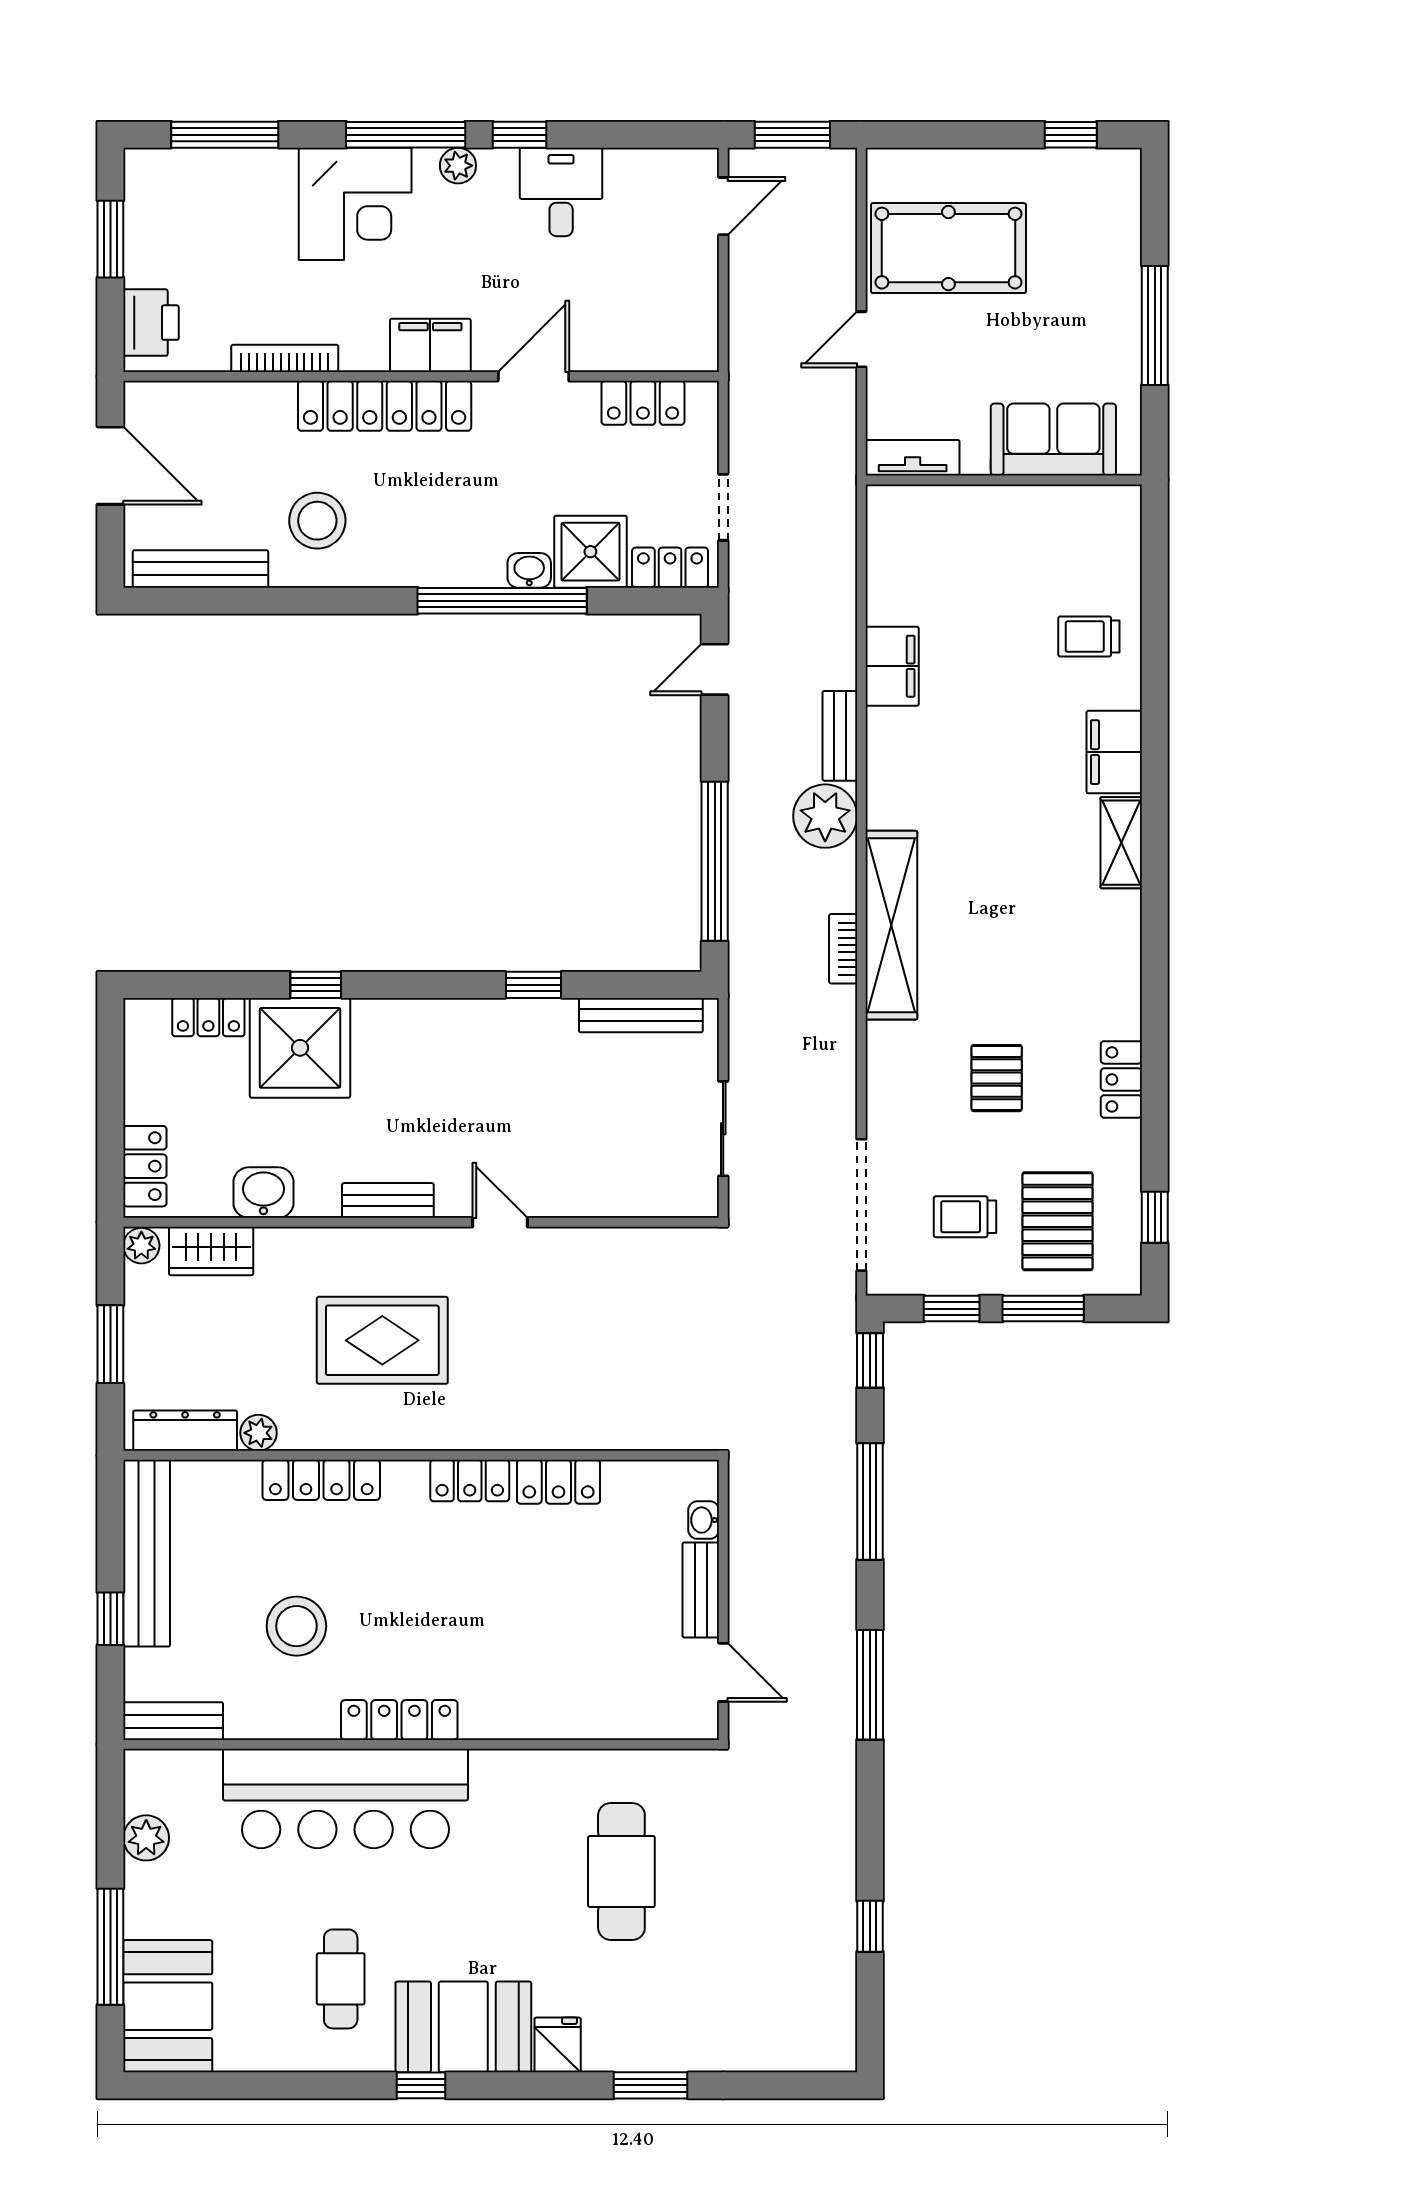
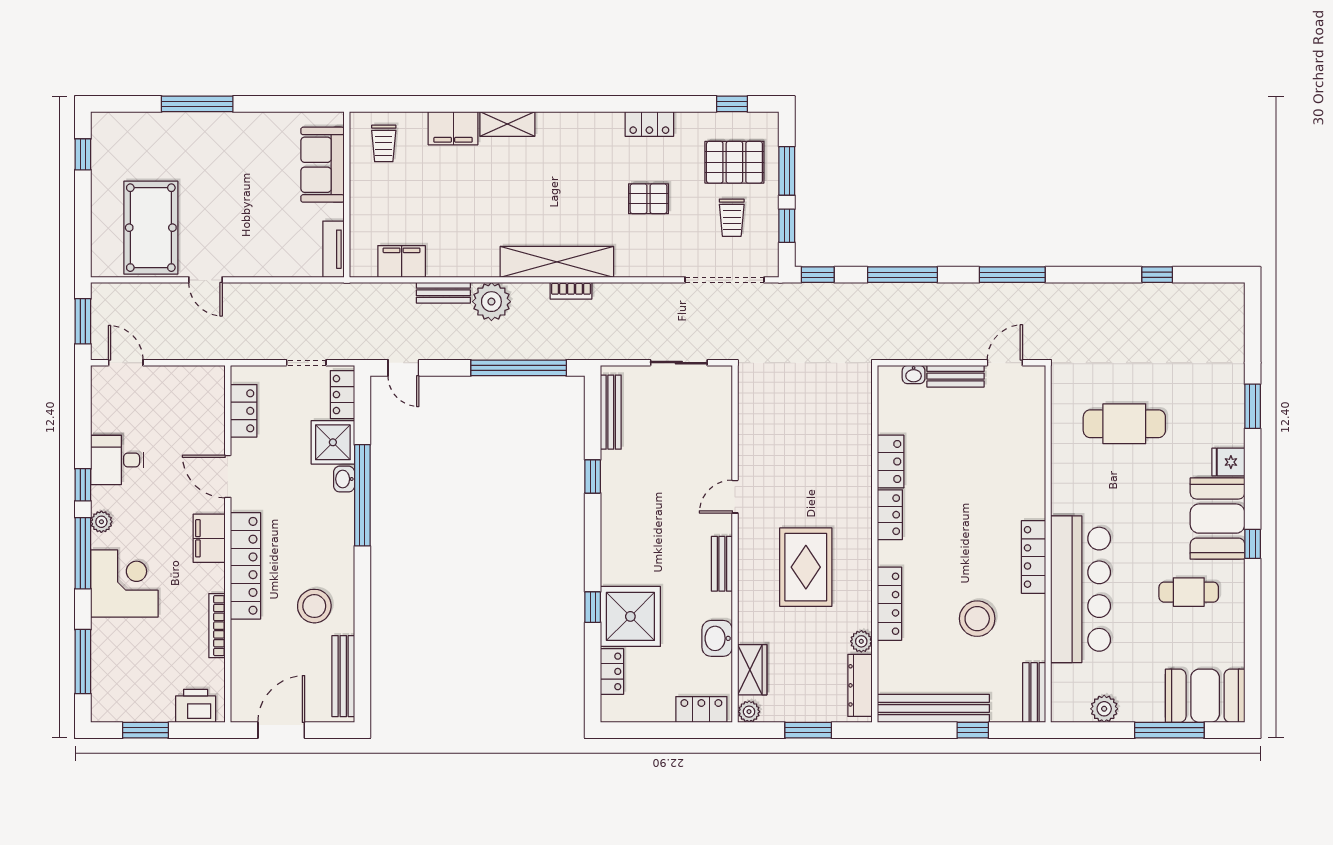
sofa: (1053, 439) -> (323, 165), moved
tv unit: (913, 458) -> (334, 249), moved
wall: (1004, 480) -> (347, 194), moved

